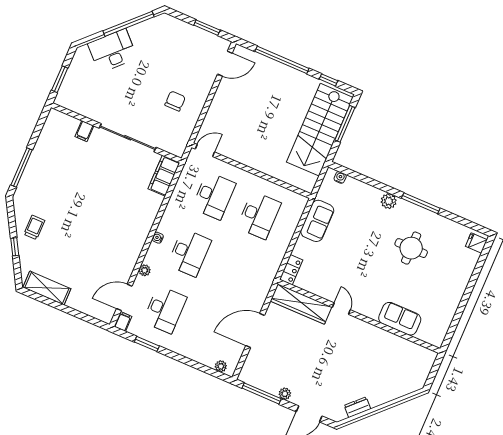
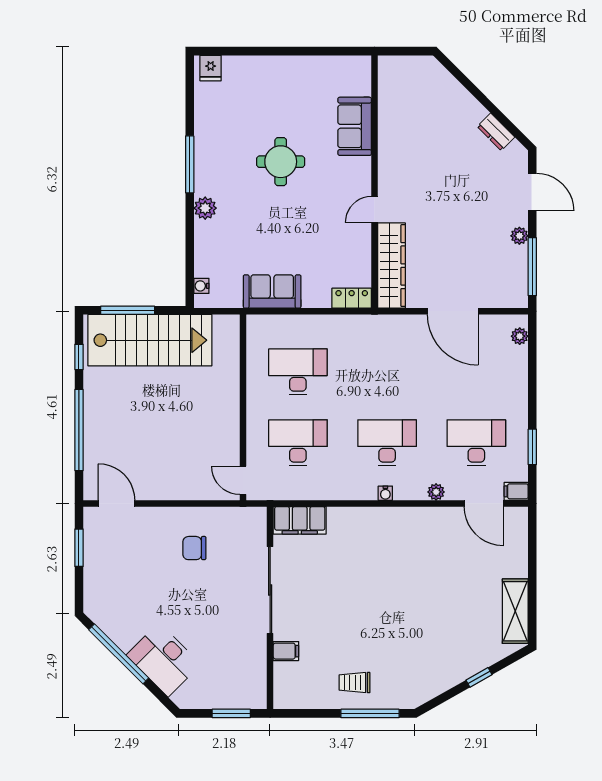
trolley: (34, 227) -> (355, 683), moved
round table: (411, 248) -> (281, 162), moved

